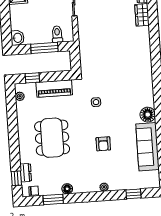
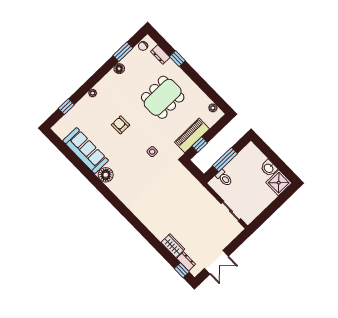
washbasin: (17, 38) -> (269, 168), moved
window: (32, 78) -> (200, 145), moved
dining table: (52, 138) -> (163, 97), turned 90
window: (16, 178) -> (177, 59), moved

